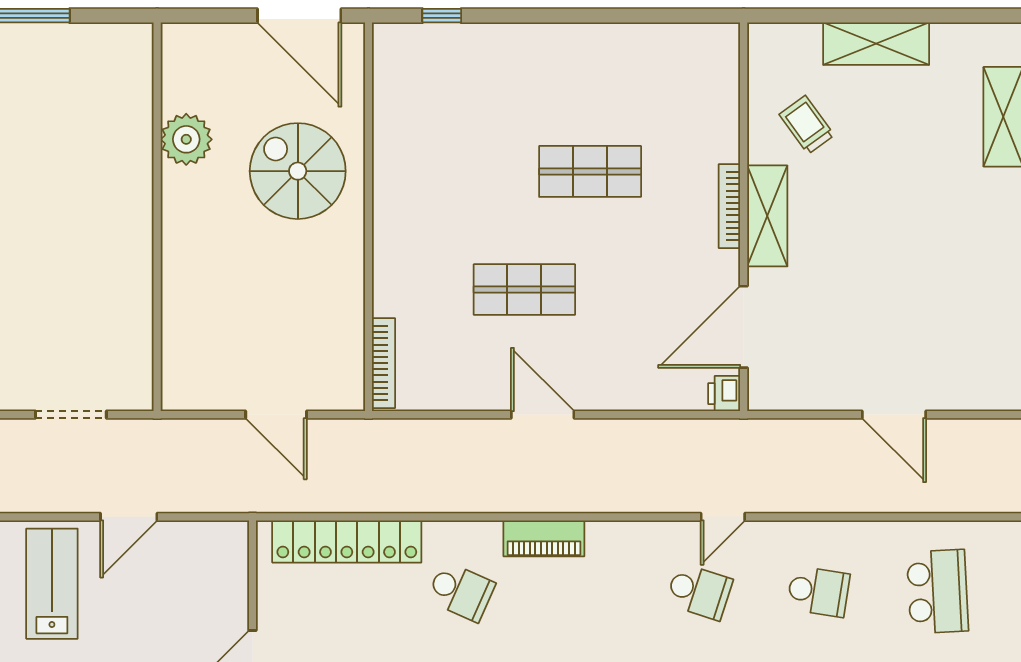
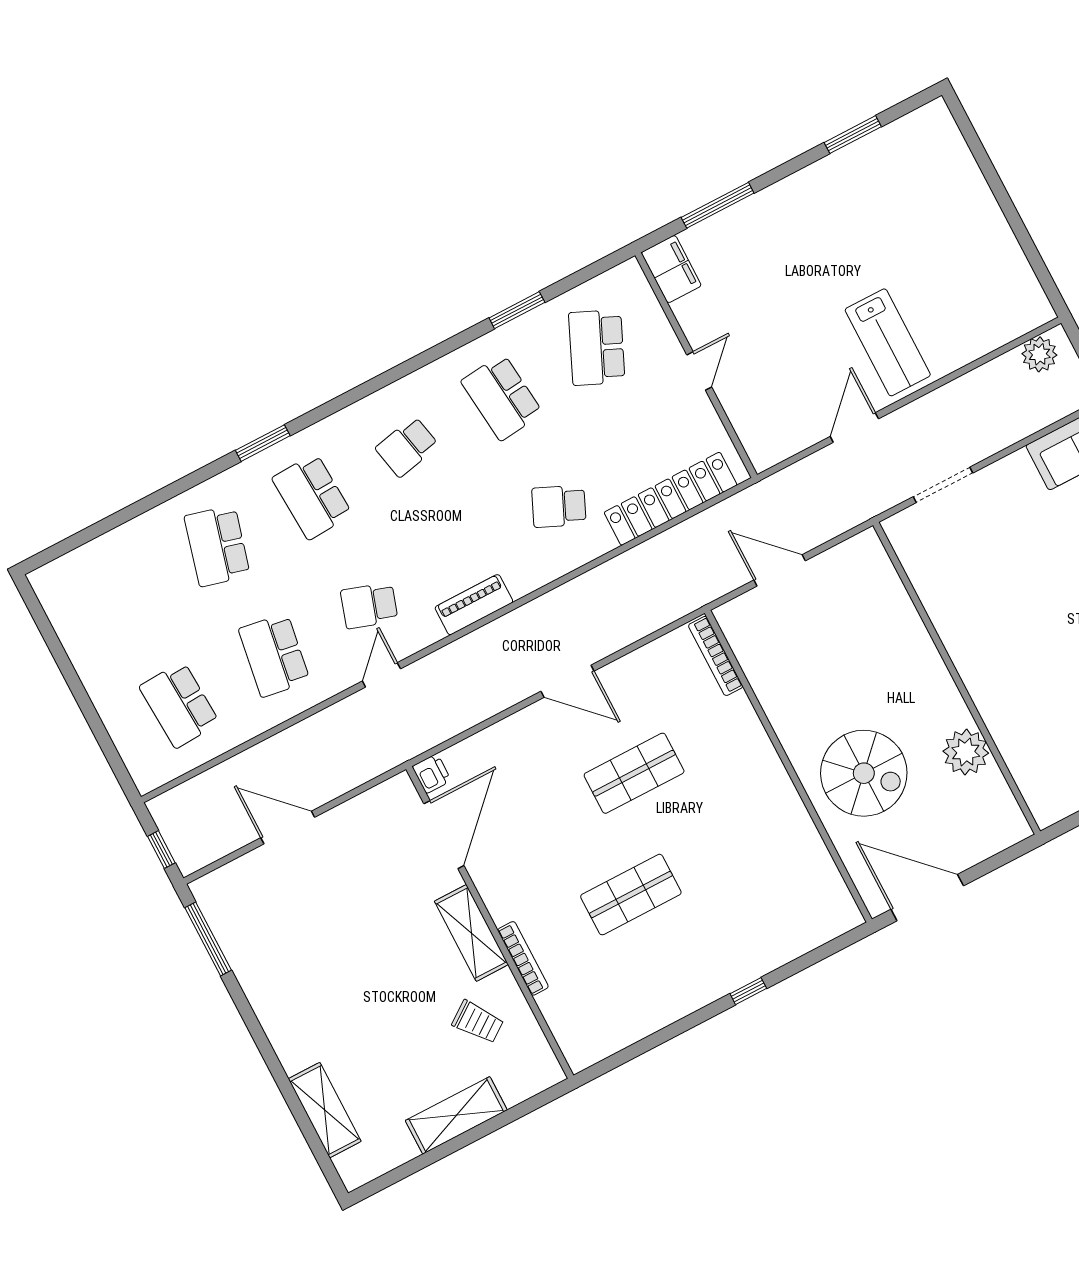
window: (442, 16) -> (748, 991), moved
bookcase: (729, 206) -> (523, 958), moved
piano: (544, 538) -> (474, 605), moved
school desk: (818, 592) -> (274, 655), width x1.85

